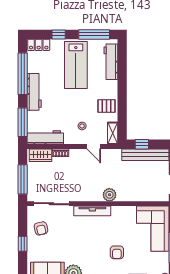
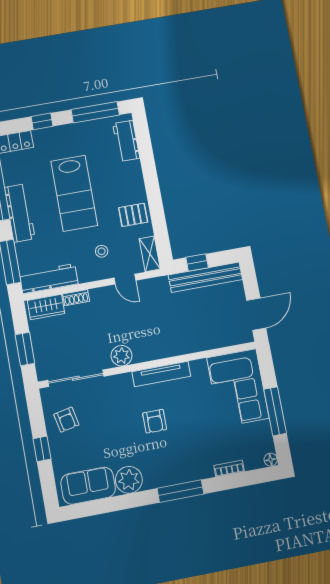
workbench: (111, 62) -> (126, 141), width x0.73
lab bench: (76, 65) -> (74, 193), moved
window: (23, 179) -> (25, 349), width x0.69
plant: (109, 195) -> (121, 356), moved
tv unit: (92, 211) -> (161, 374), moved
armchair: (117, 252) -> (155, 421), moved

